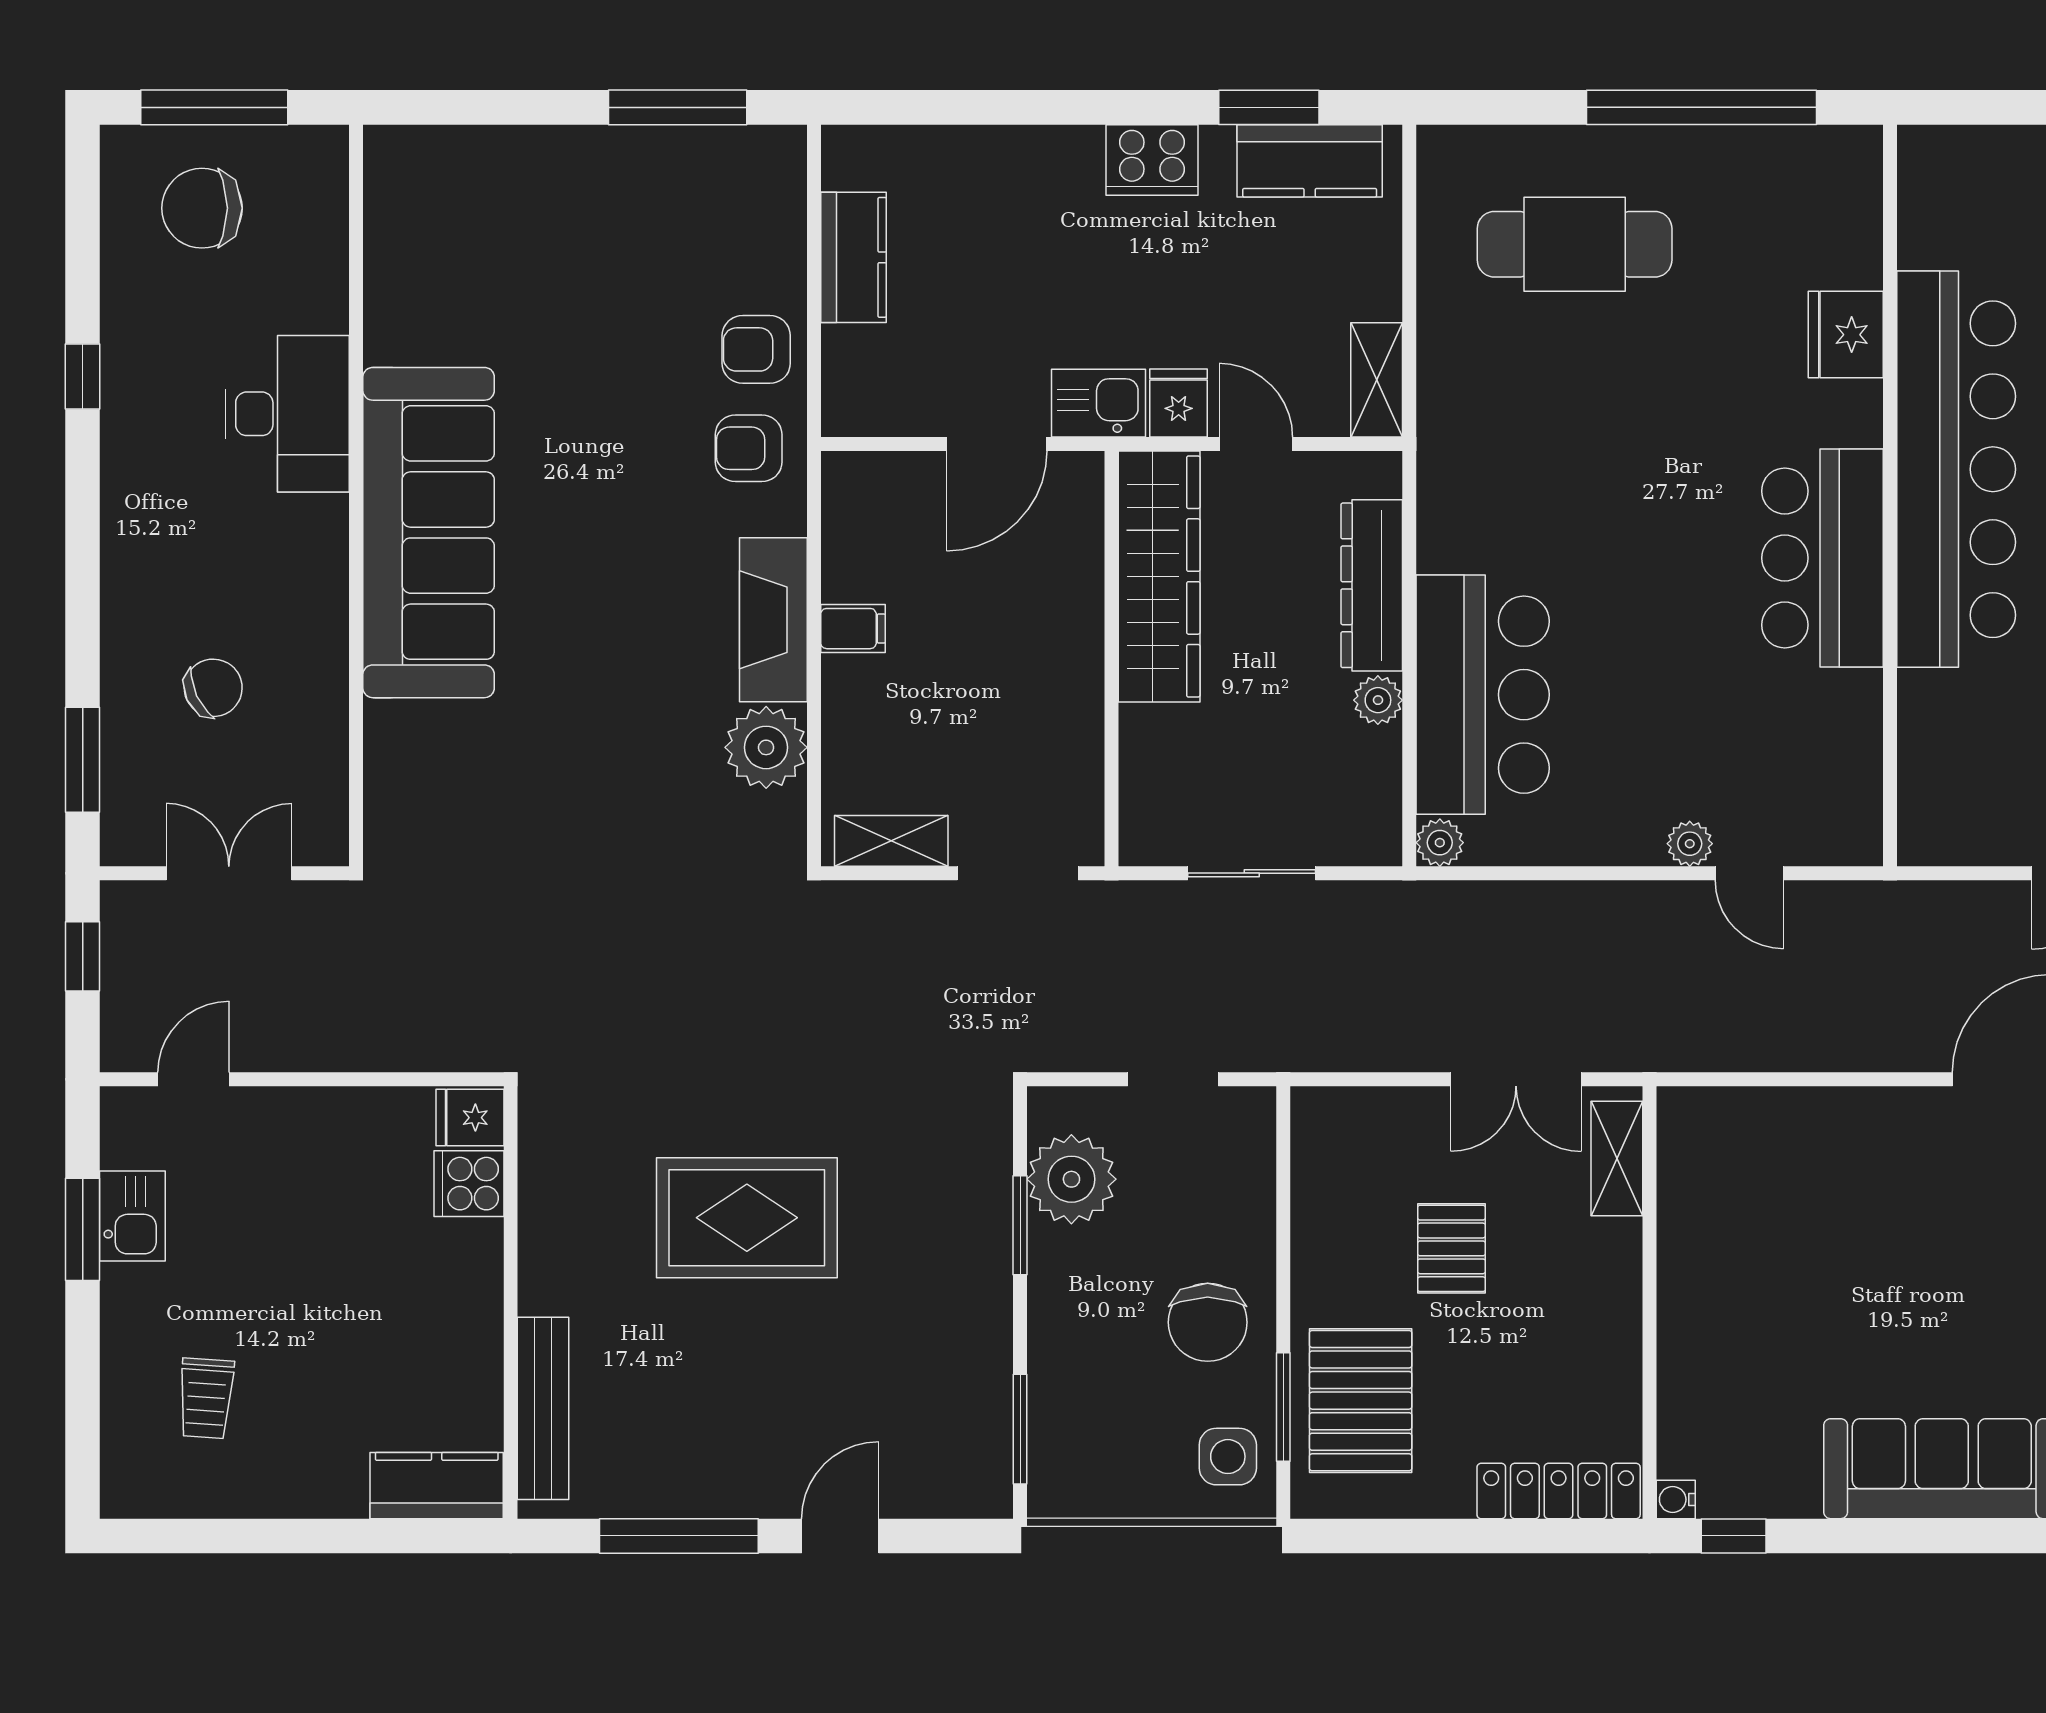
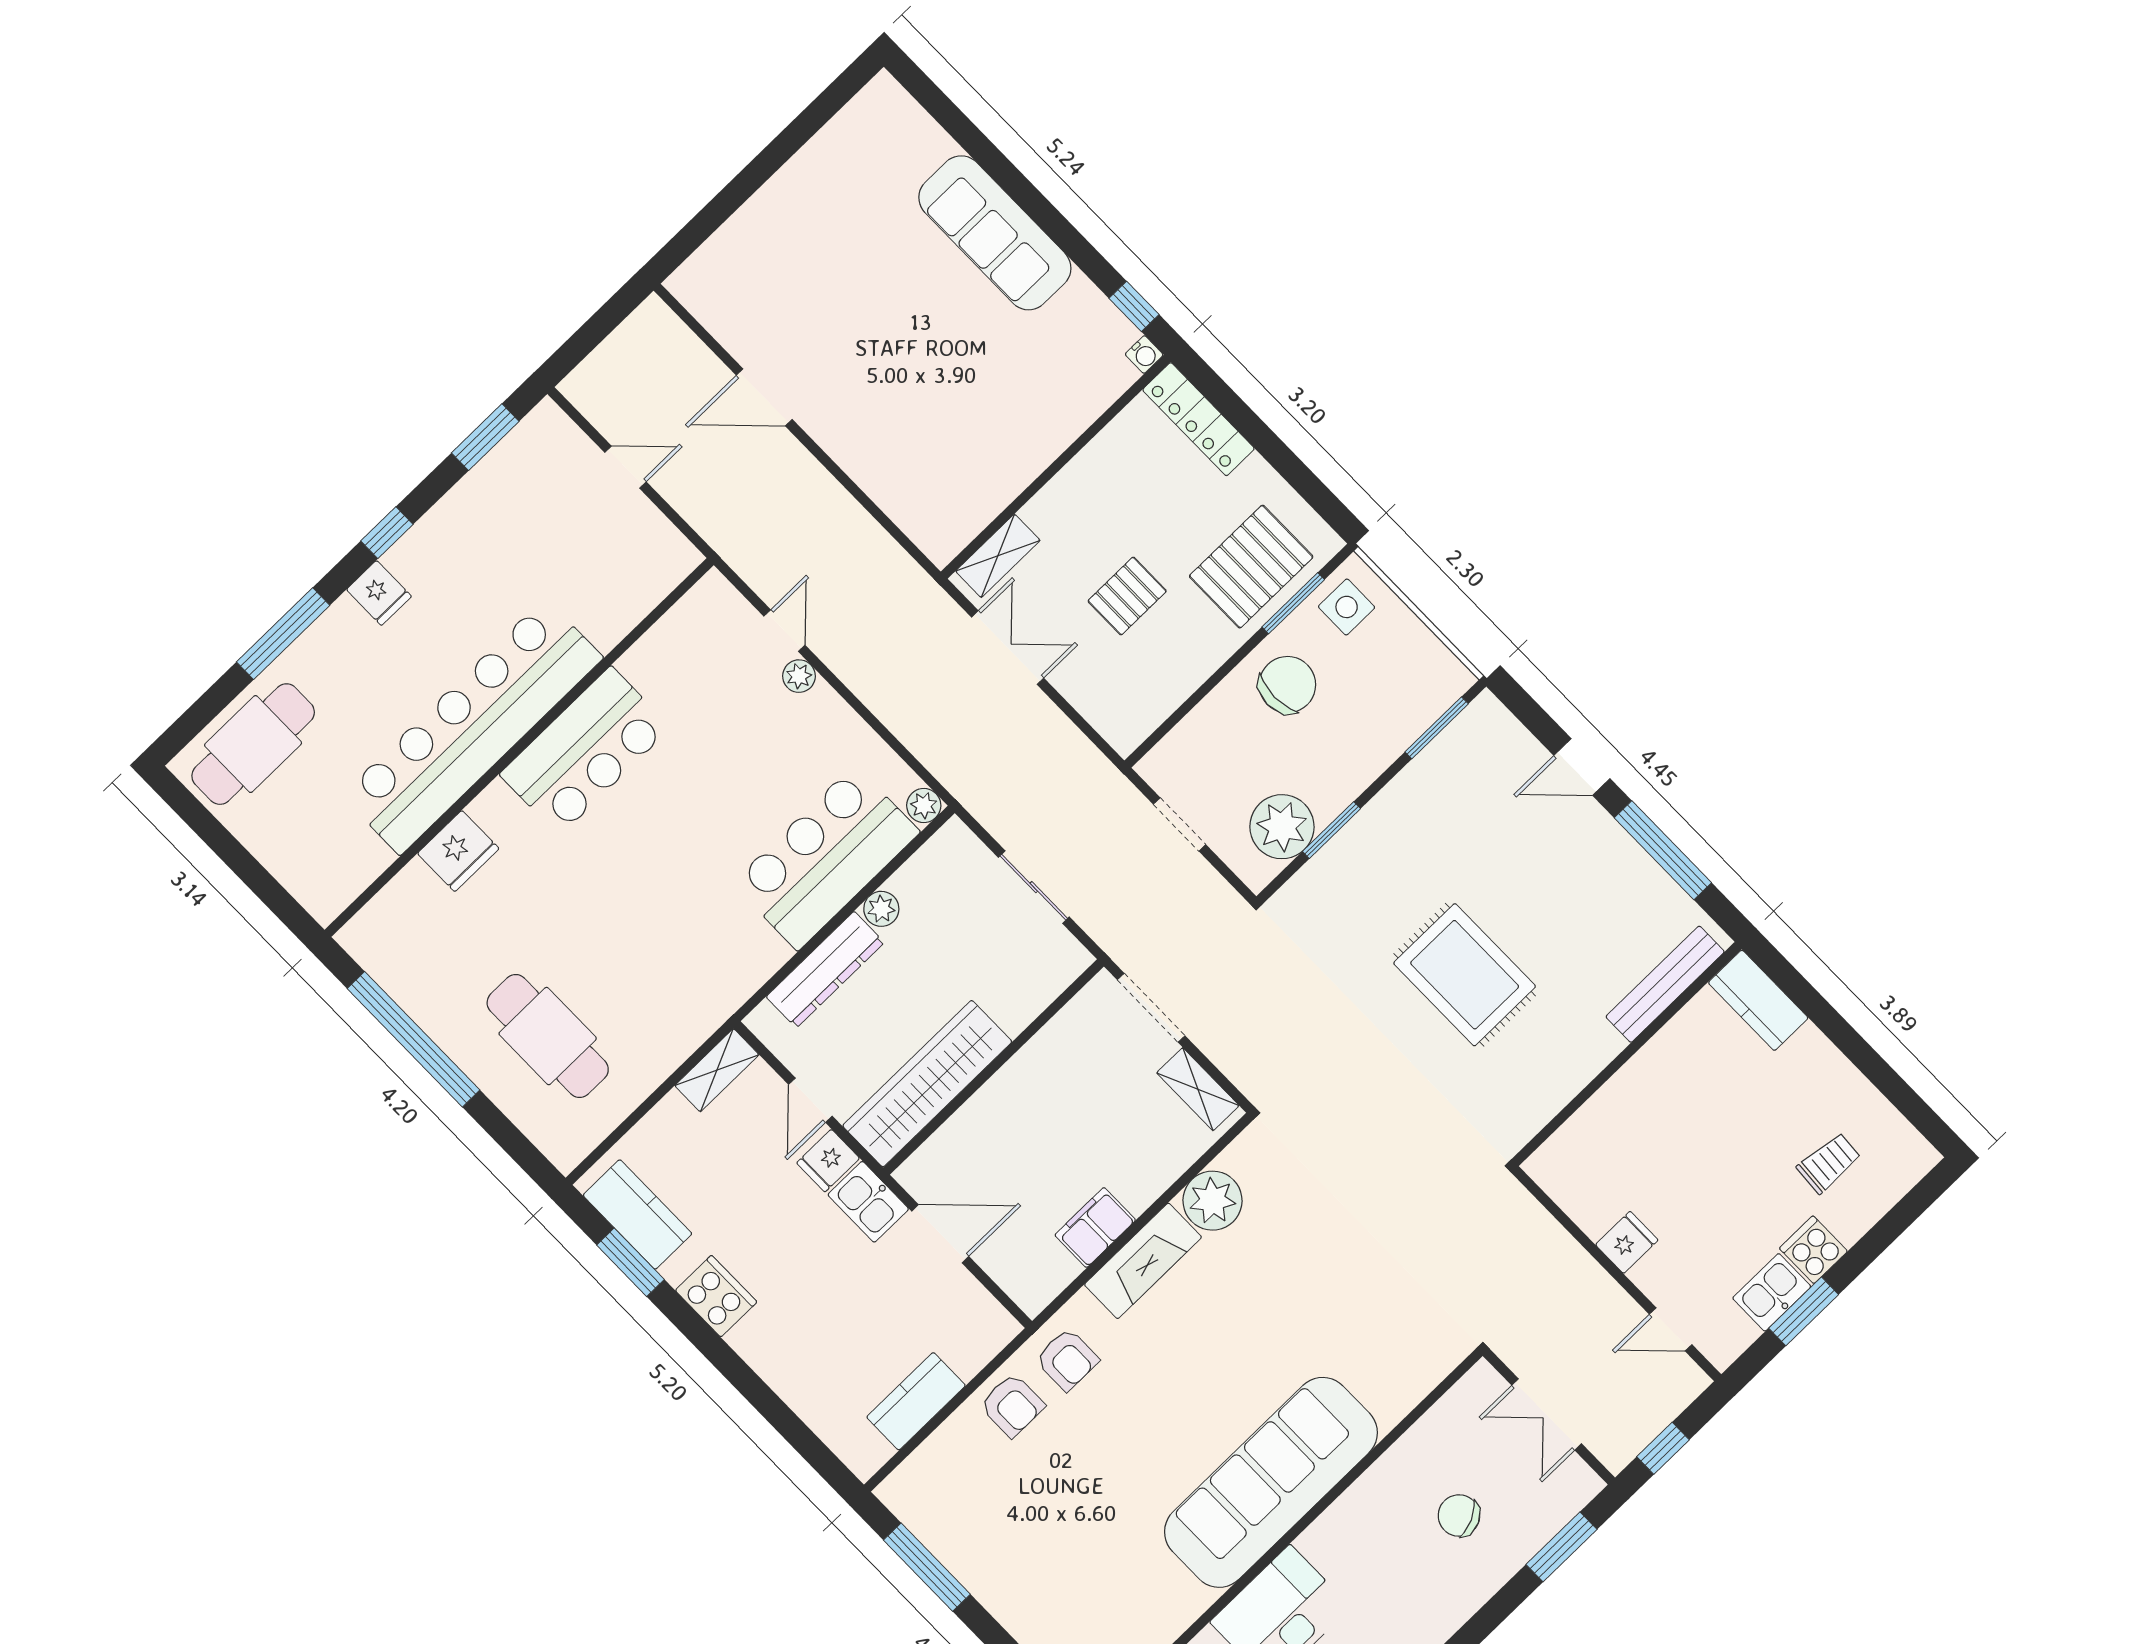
filing cabinet: (853, 629) -> (1095, 1227), width x2.00
fridge: (470, 1118) -> (1627, 1242), moved, turned -90
cooker: (469, 1184) -> (1813, 1250), moved, turned 180

